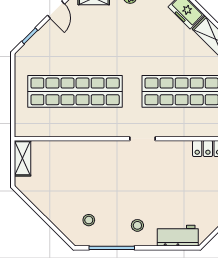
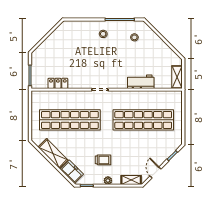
trolley: (138, 29) -> (103, 160), added
workbench: (178, 236) -> (141, 82), moved, turned 180

